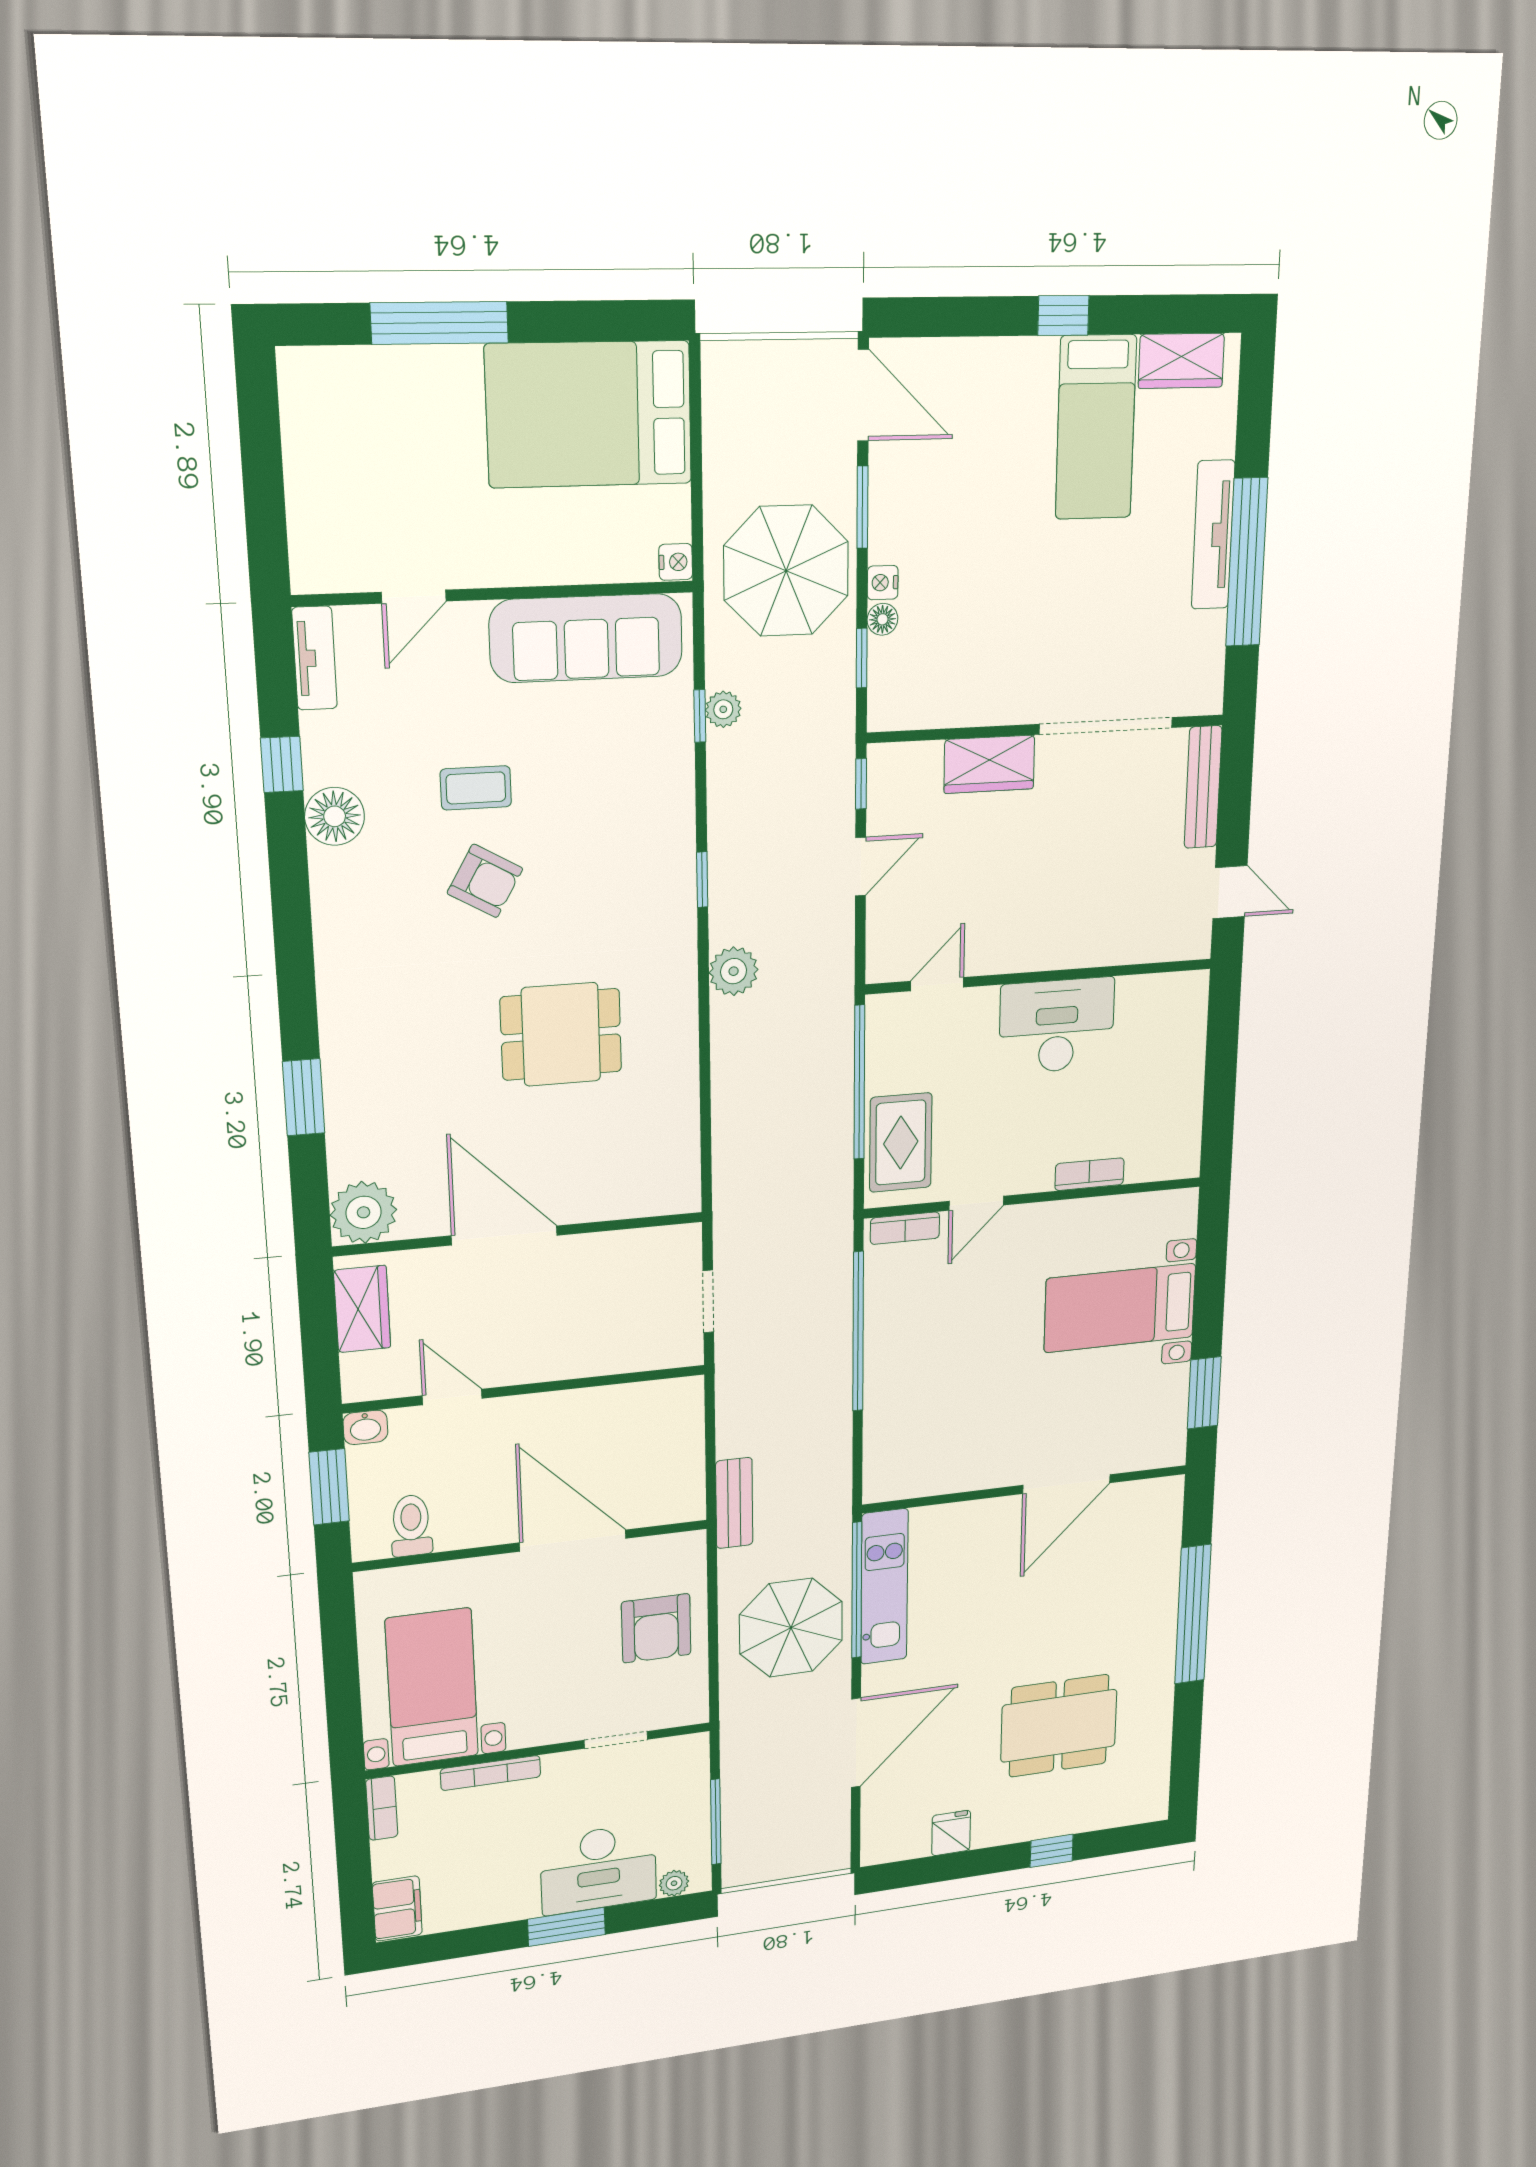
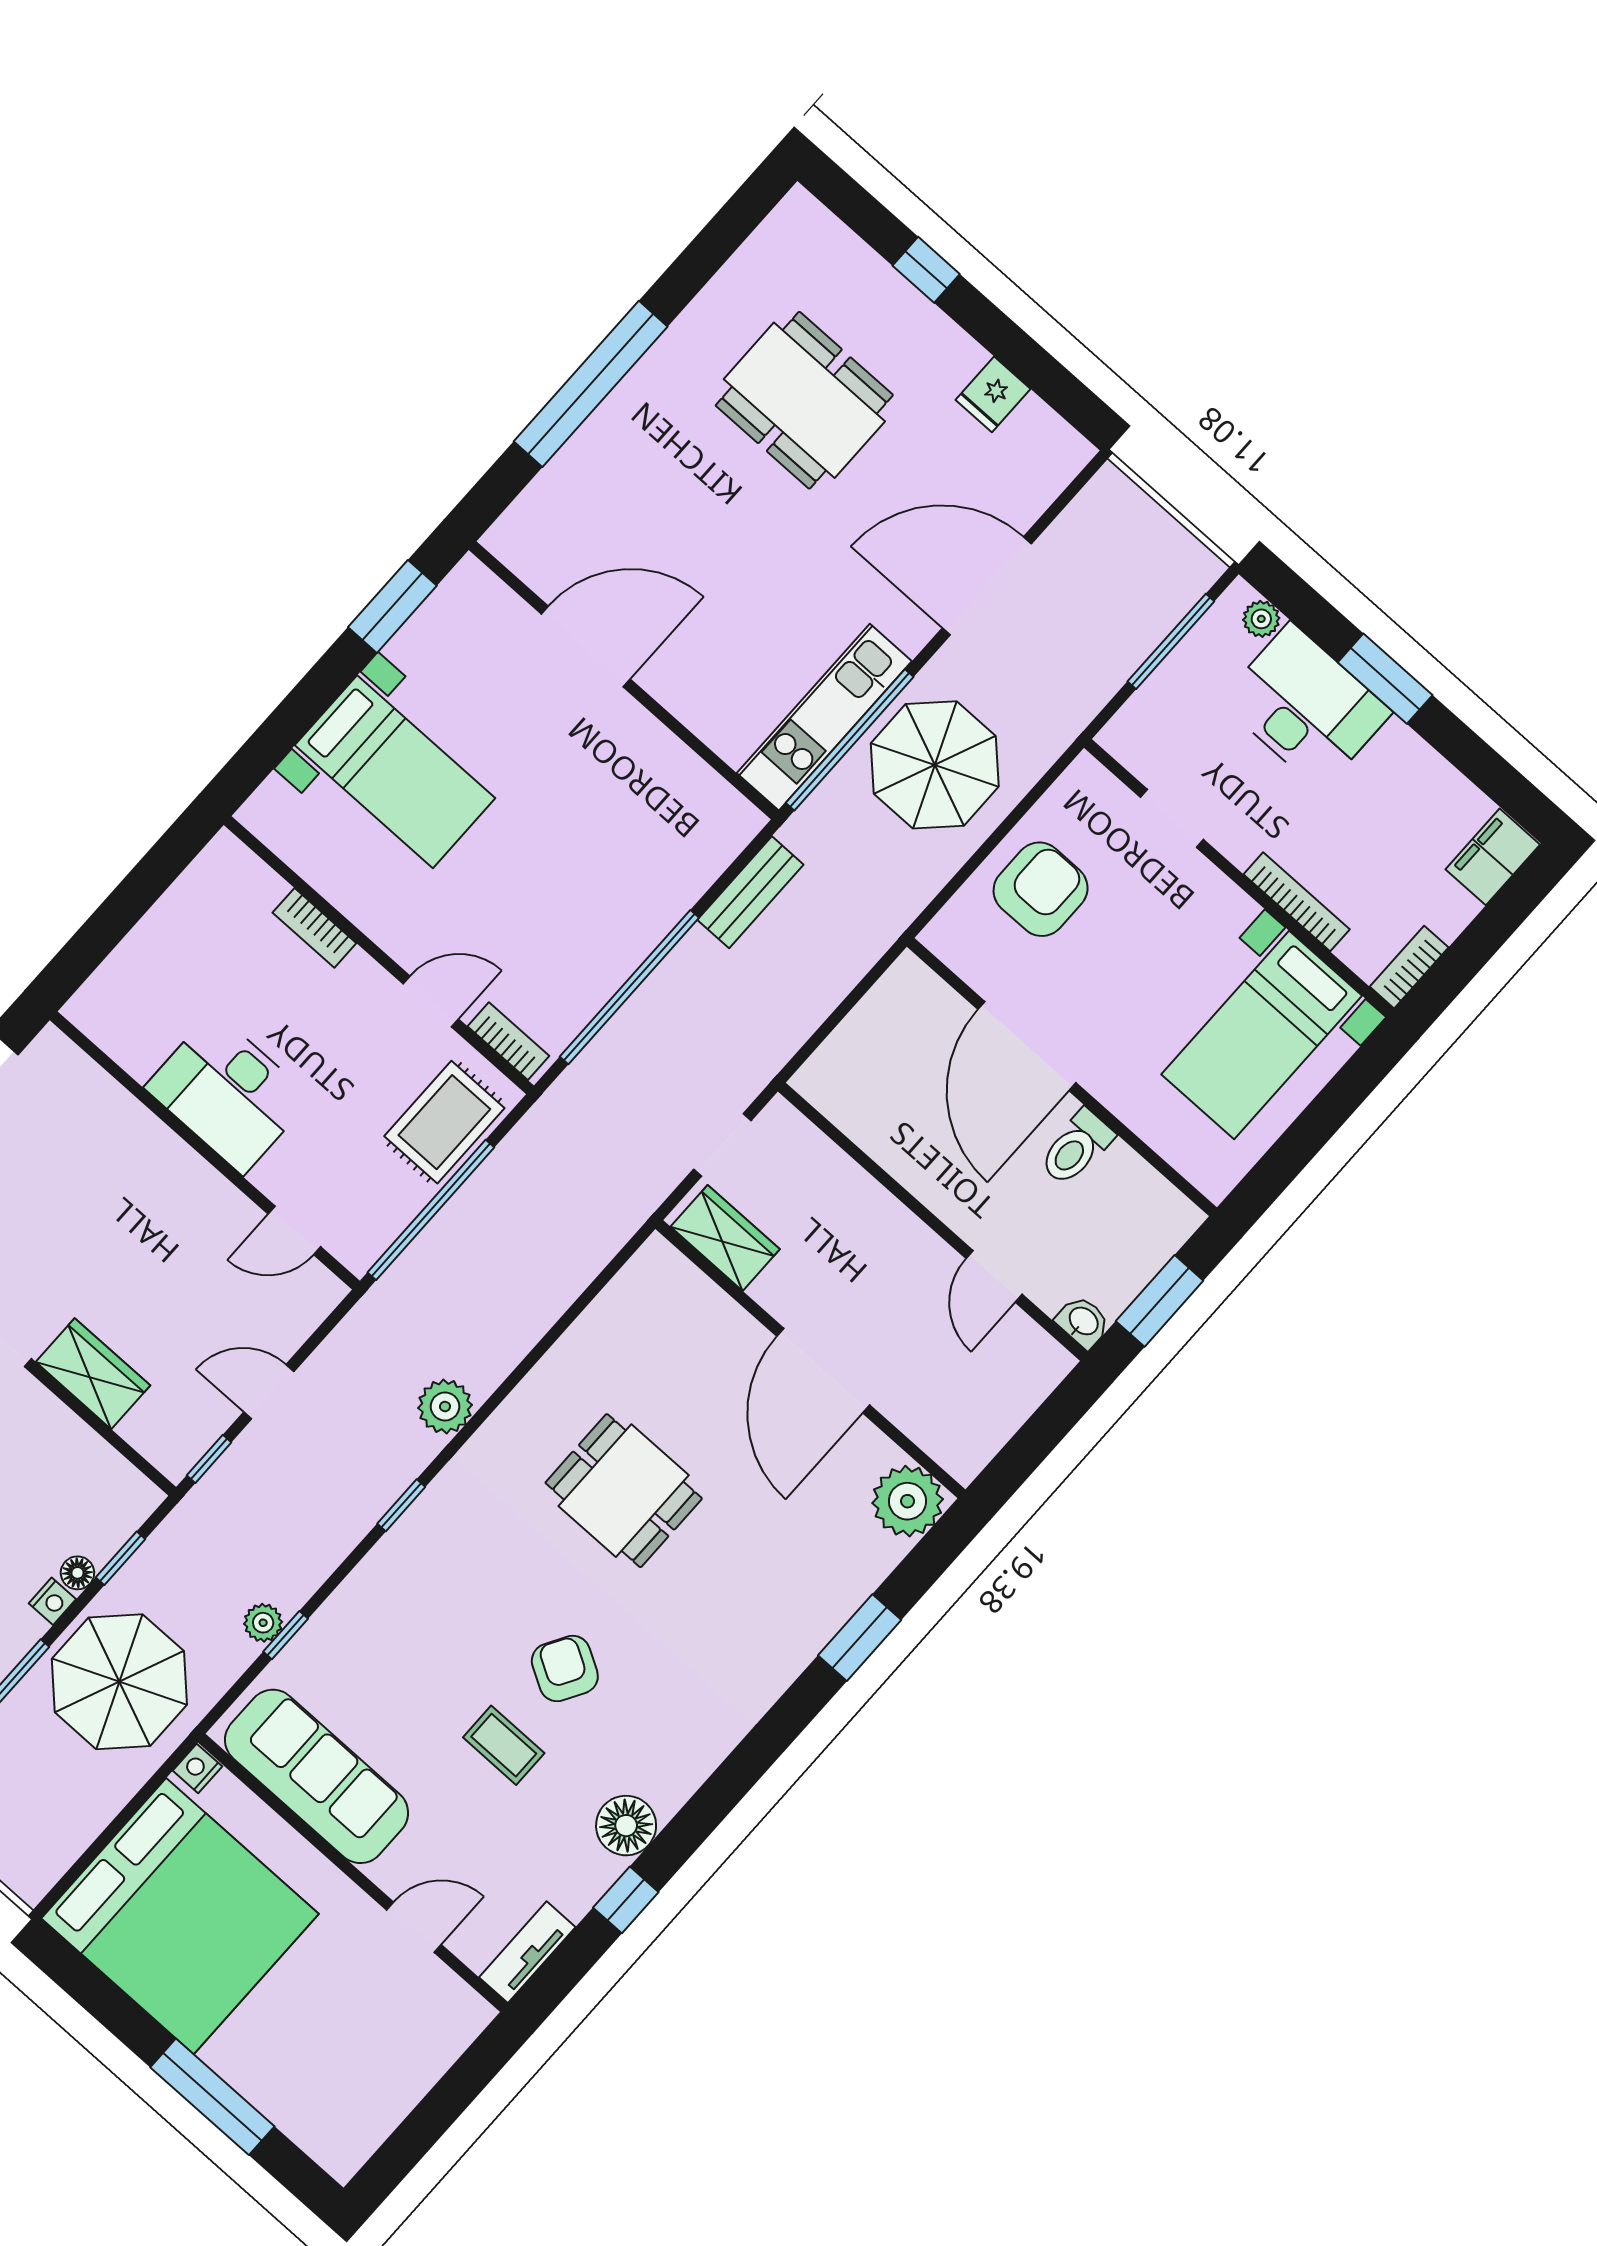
bed: (589, 414) -> (180, 1916), width x1.36
wardrobe: (362, 1309) -> (725, 1238), moved, turned 90
bench: (734, 1503) -> (750, 892), moved
toilet: (411, 1526) -> (1076, 1148), moved

